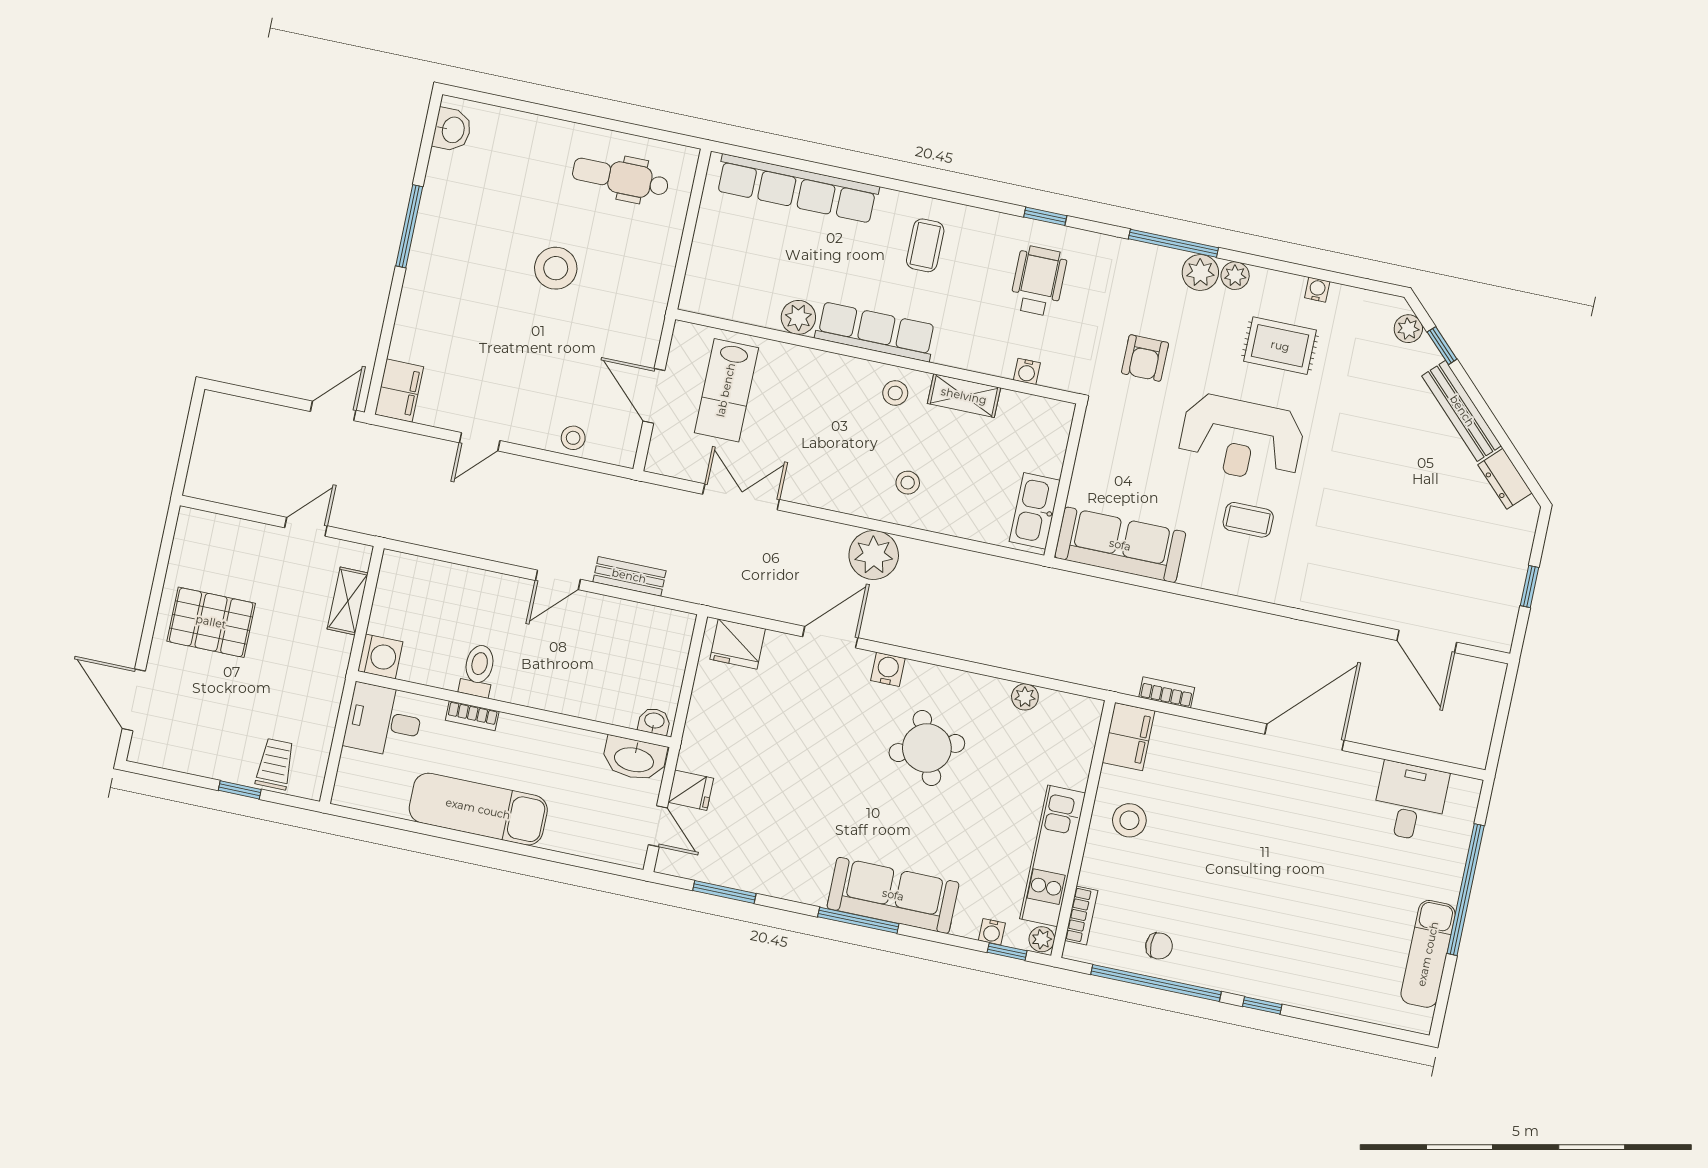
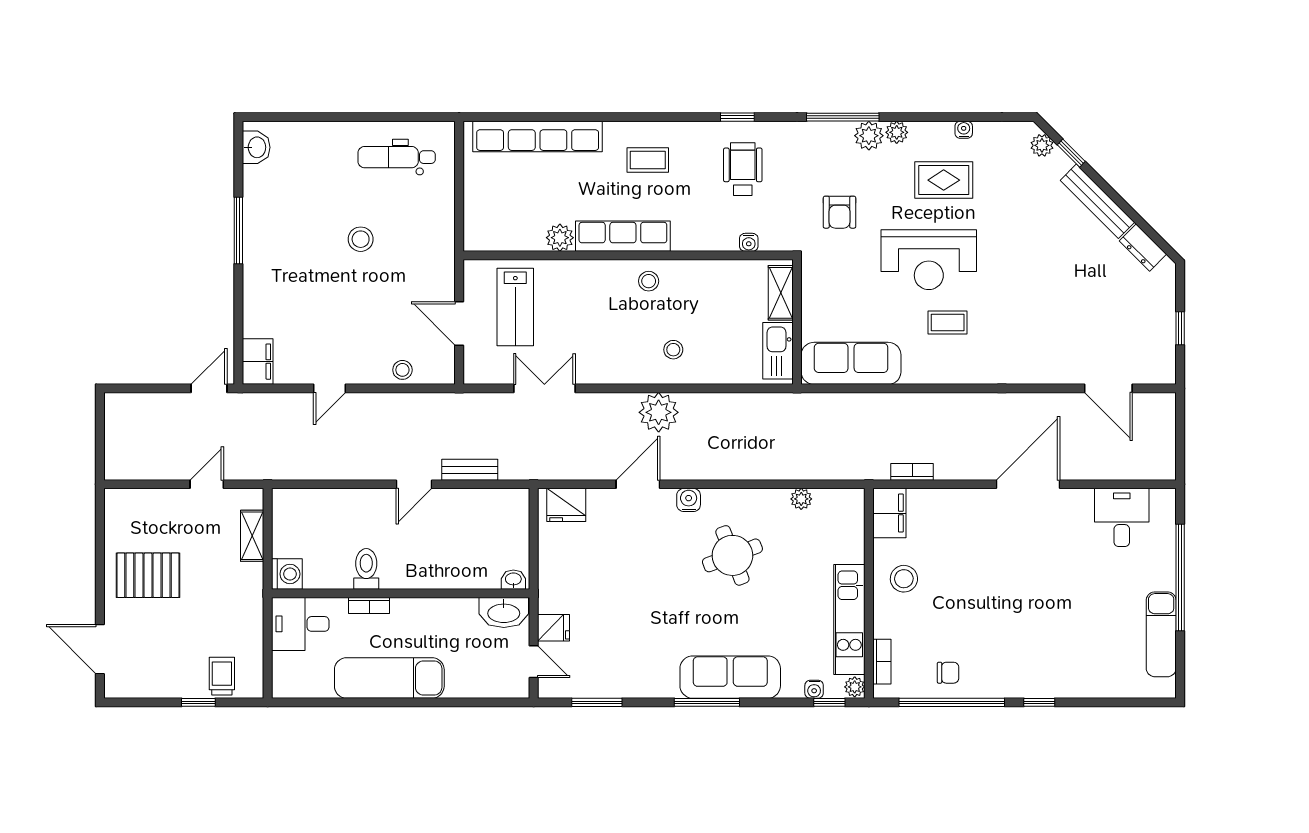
coffee table: (925, 245) -> (648, 160), turned 90
stool: (556, 268) -> (361, 239), width x0.73, depth x0.73
shelving: (964, 396) -> (781, 293), moved, turned 90

